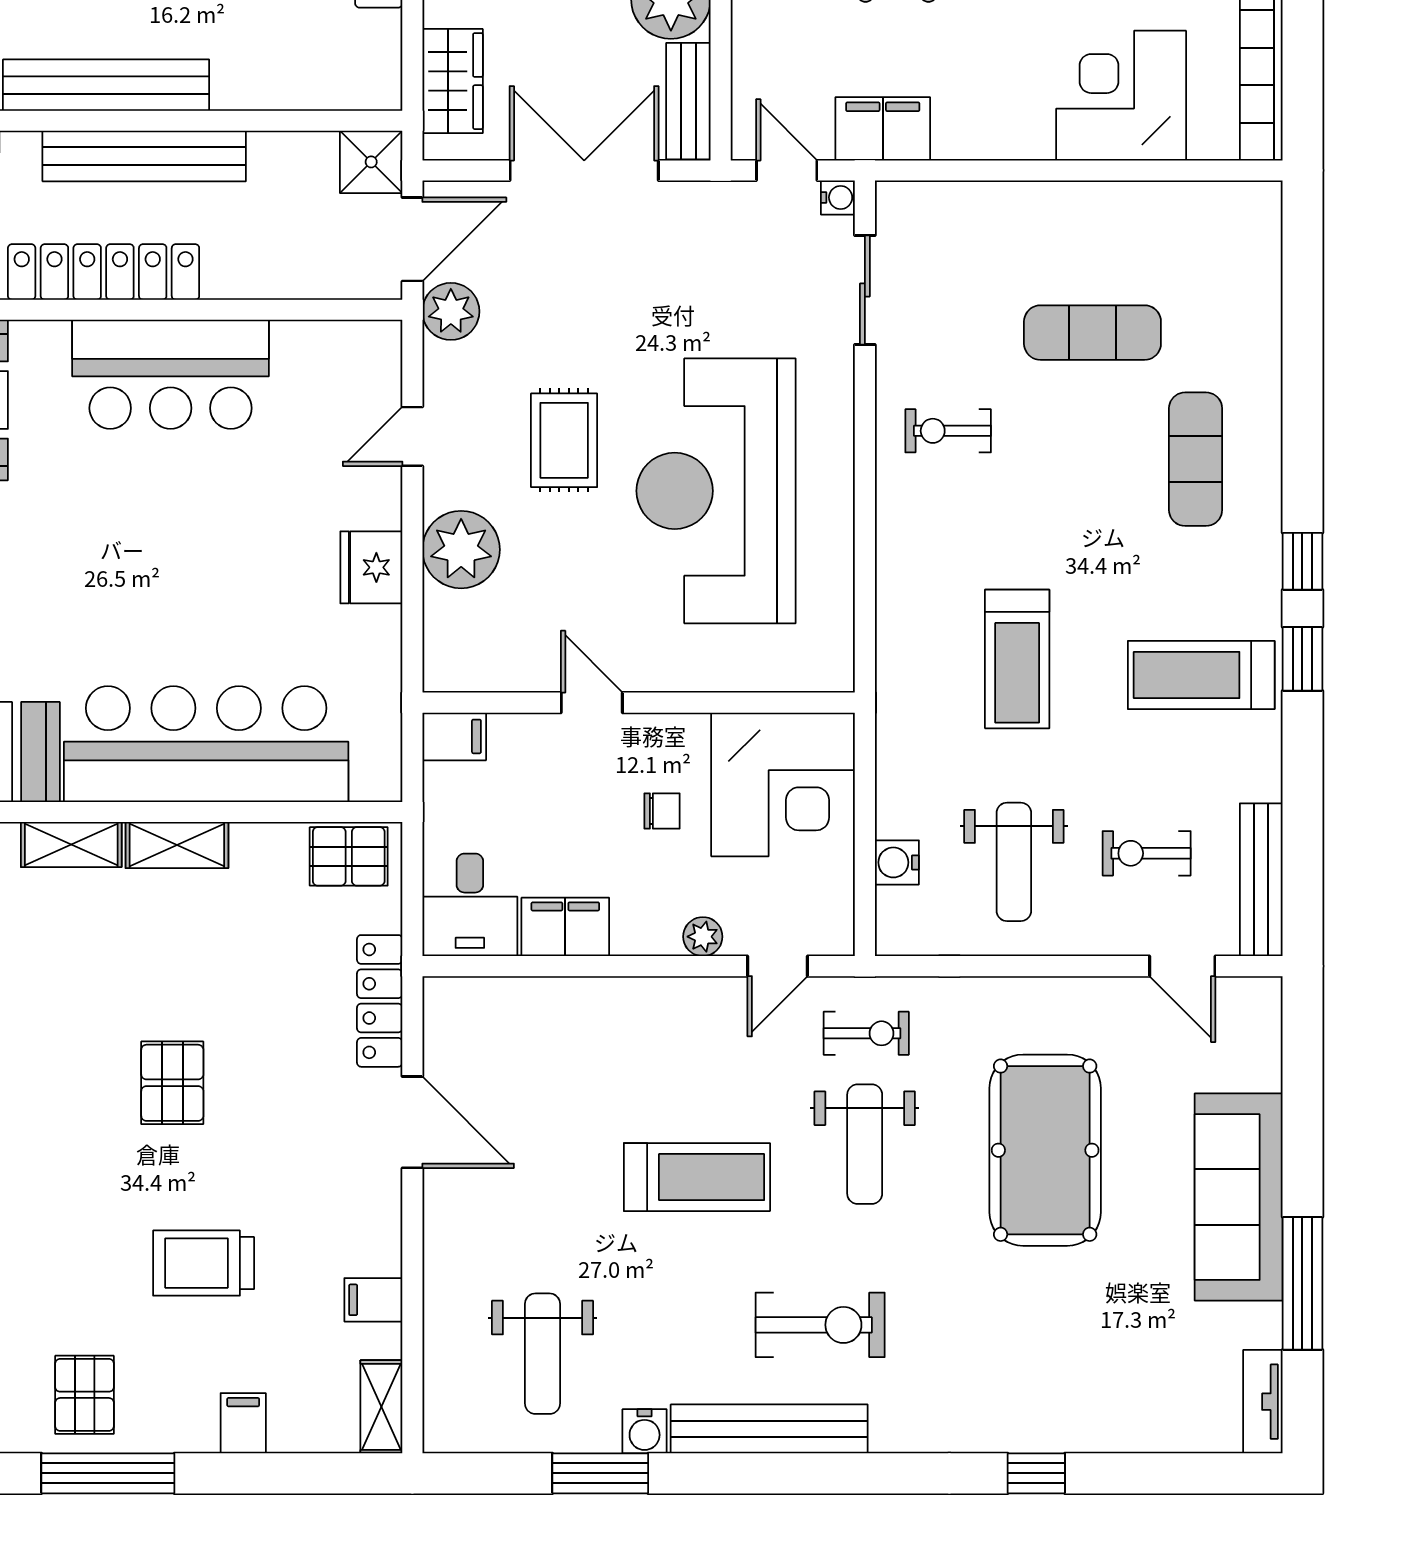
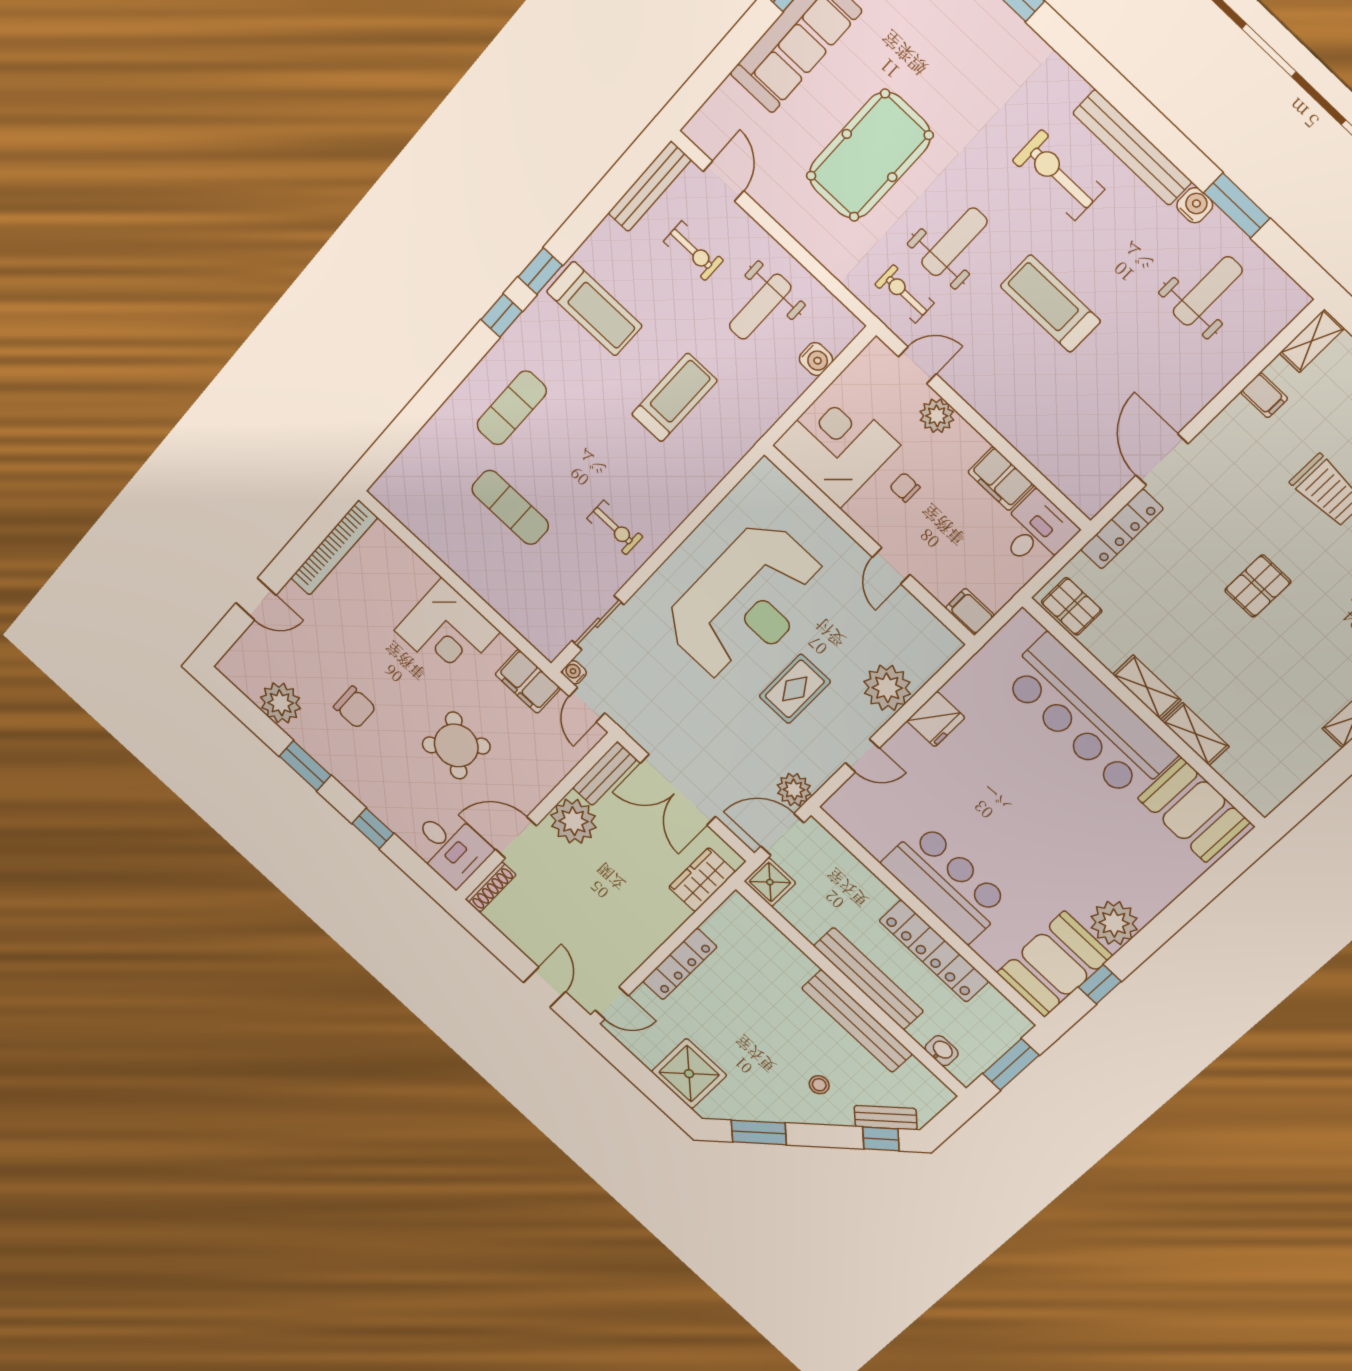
corner desk: (1121, 96) -> (447, 631), moved
weight bench: (1014, 862) -> (760, 307), turned 180
plant: (703, 937) -> (937, 416), width x1.38, depth x1.38

